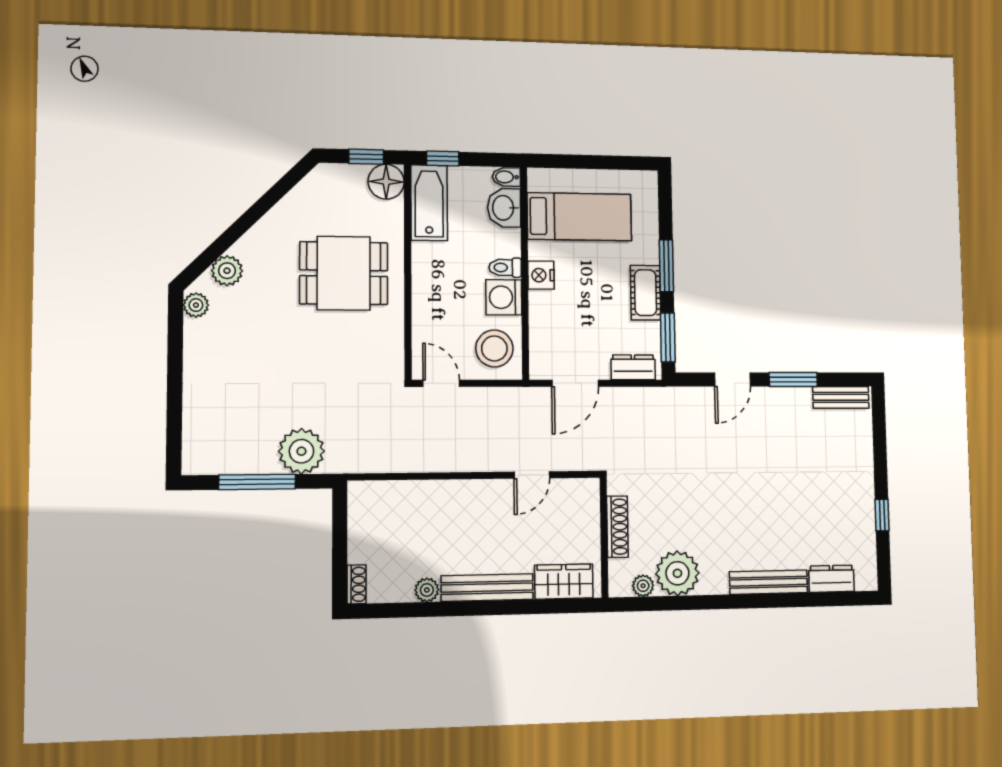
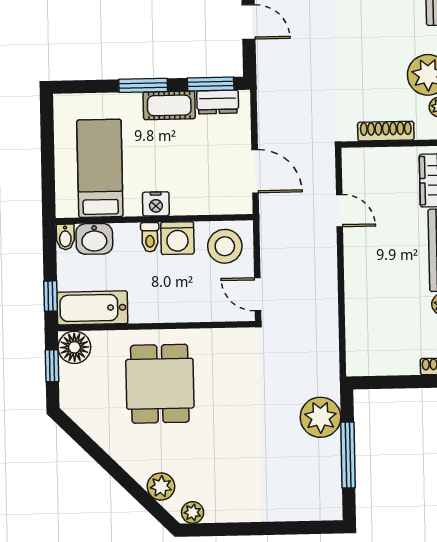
dresser: (633, 367) -> (218, 102), moved, turned -90
door: (441, 383) -> (258, 294), hinge flipped

